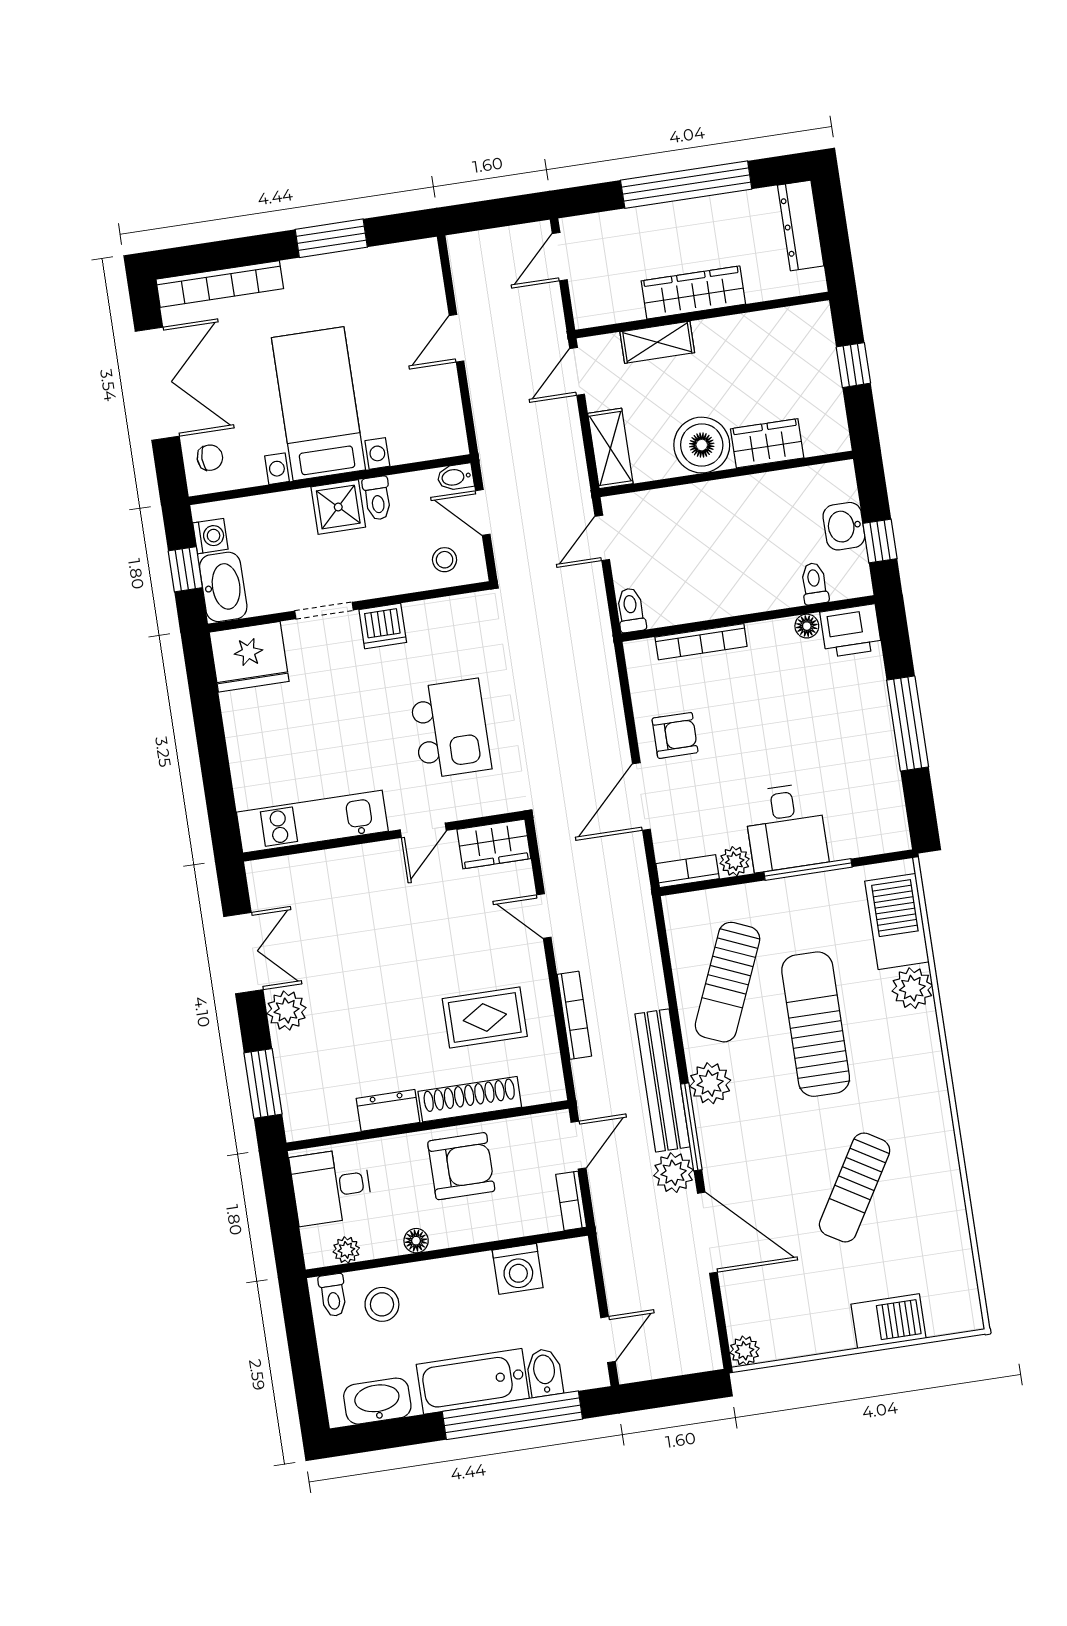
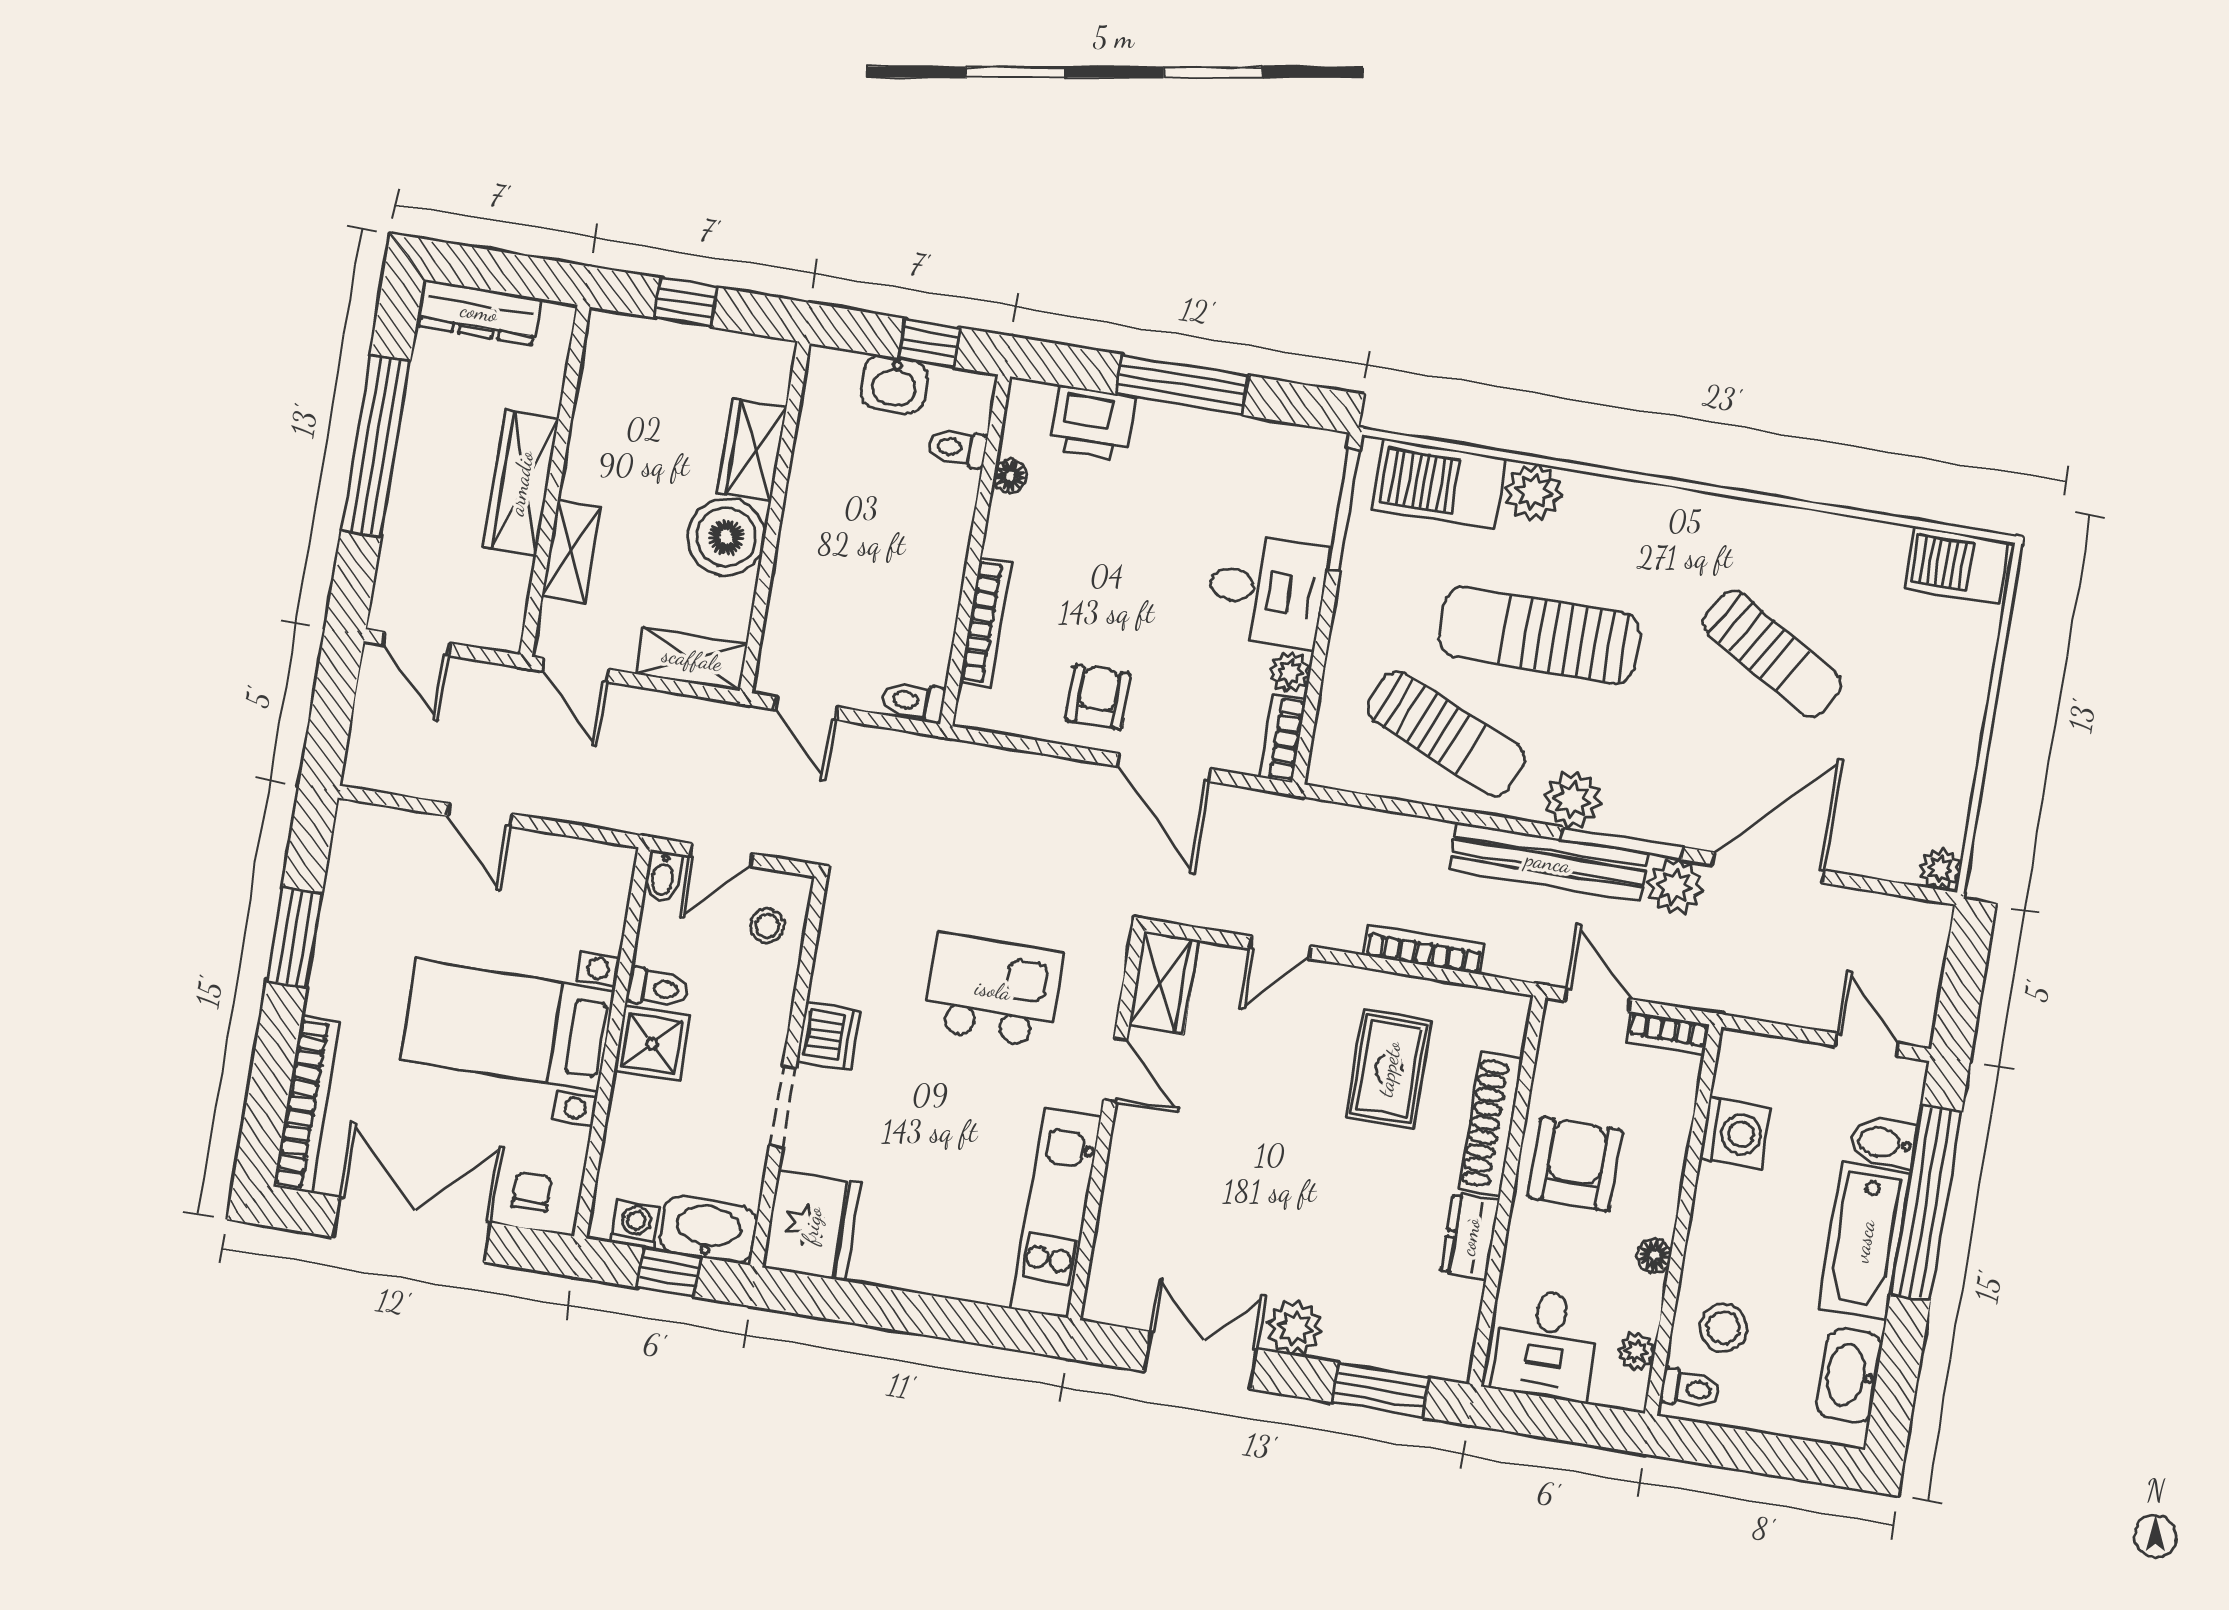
printer: (851, 631) -> (1093, 423), moved, turned 90
window: (808, 869) -> (1344, 510), moved
barbecue: (888, 1321) -> (1957, 565), moved, turned -90

